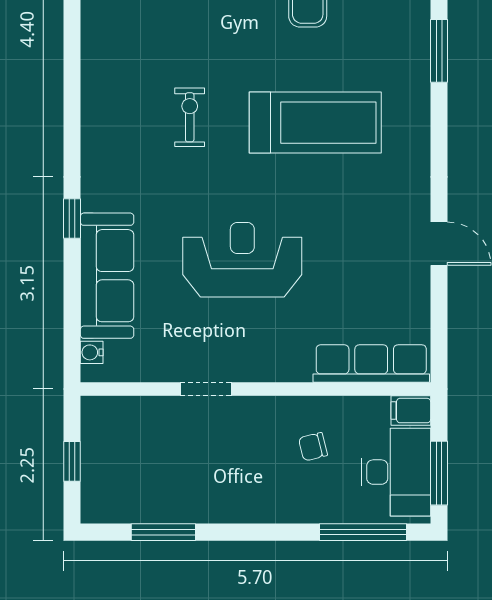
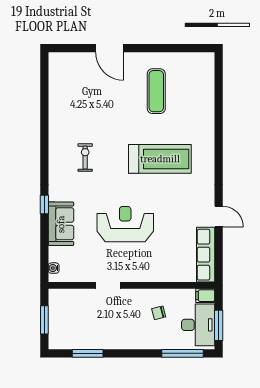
window: (439, 51) -> (219, 125), removed
exercise bike: (190, 117) -> (85, 157), moved
sofa: (107, 276) -> (61, 224), width x0.73
row of seats: (371, 363) -> (206, 255), moved, turned -90
window: (72, 461) -> (44, 320), width x1.50

